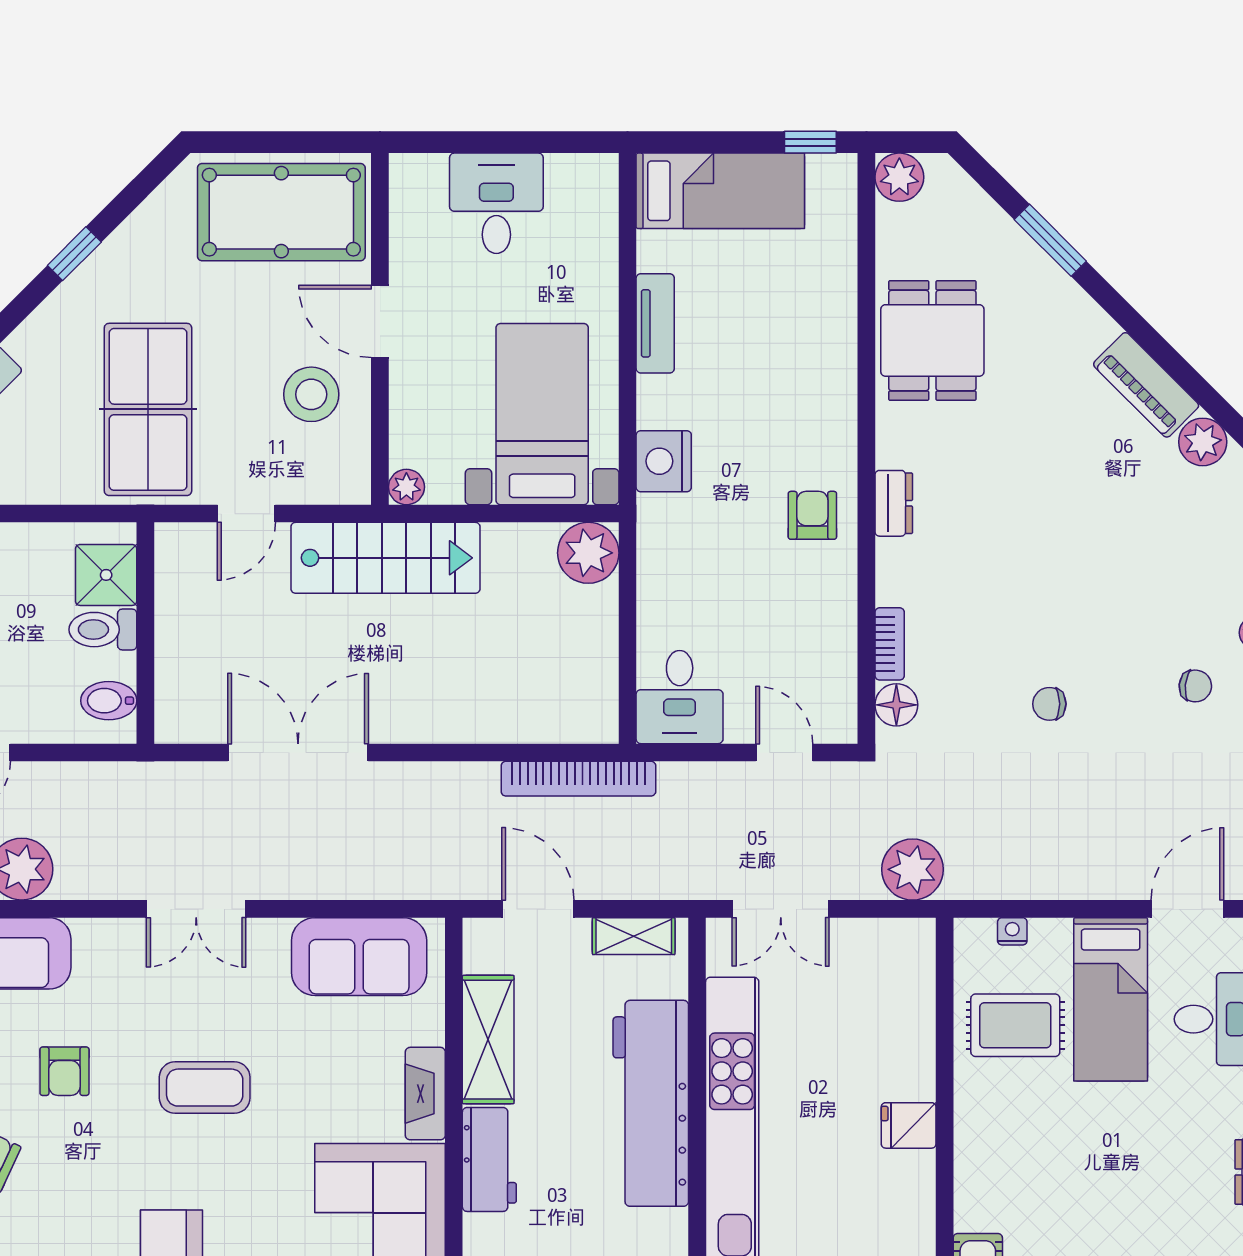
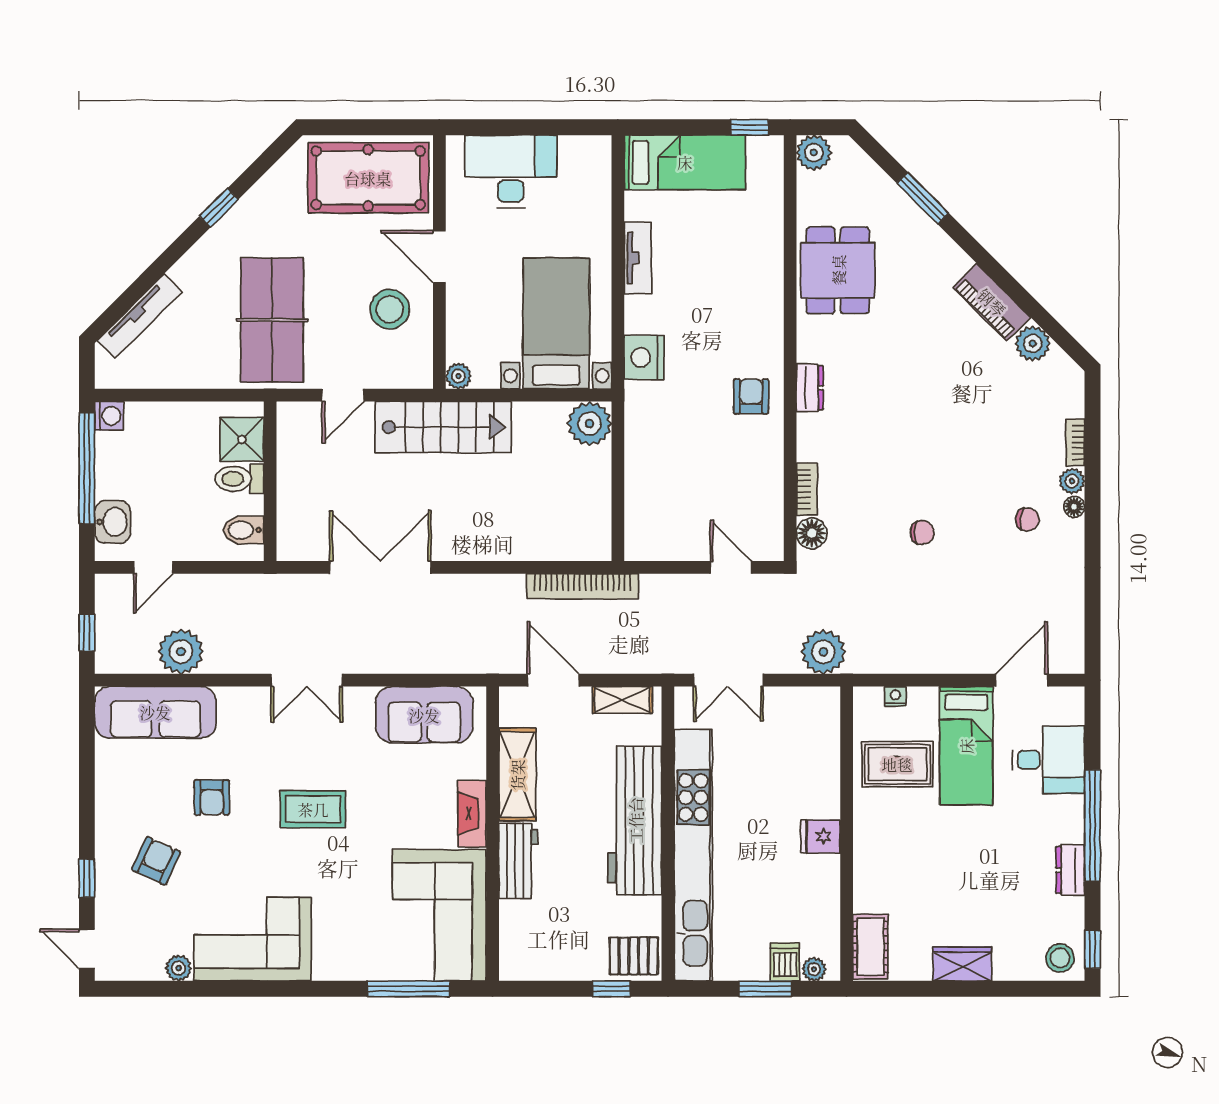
desk: (496, 203) -> (511, 171), width x1.37
desk: (680, 697) -> (655, 527), removed
chair: (1049, 704) -> (922, 532), turned 180

